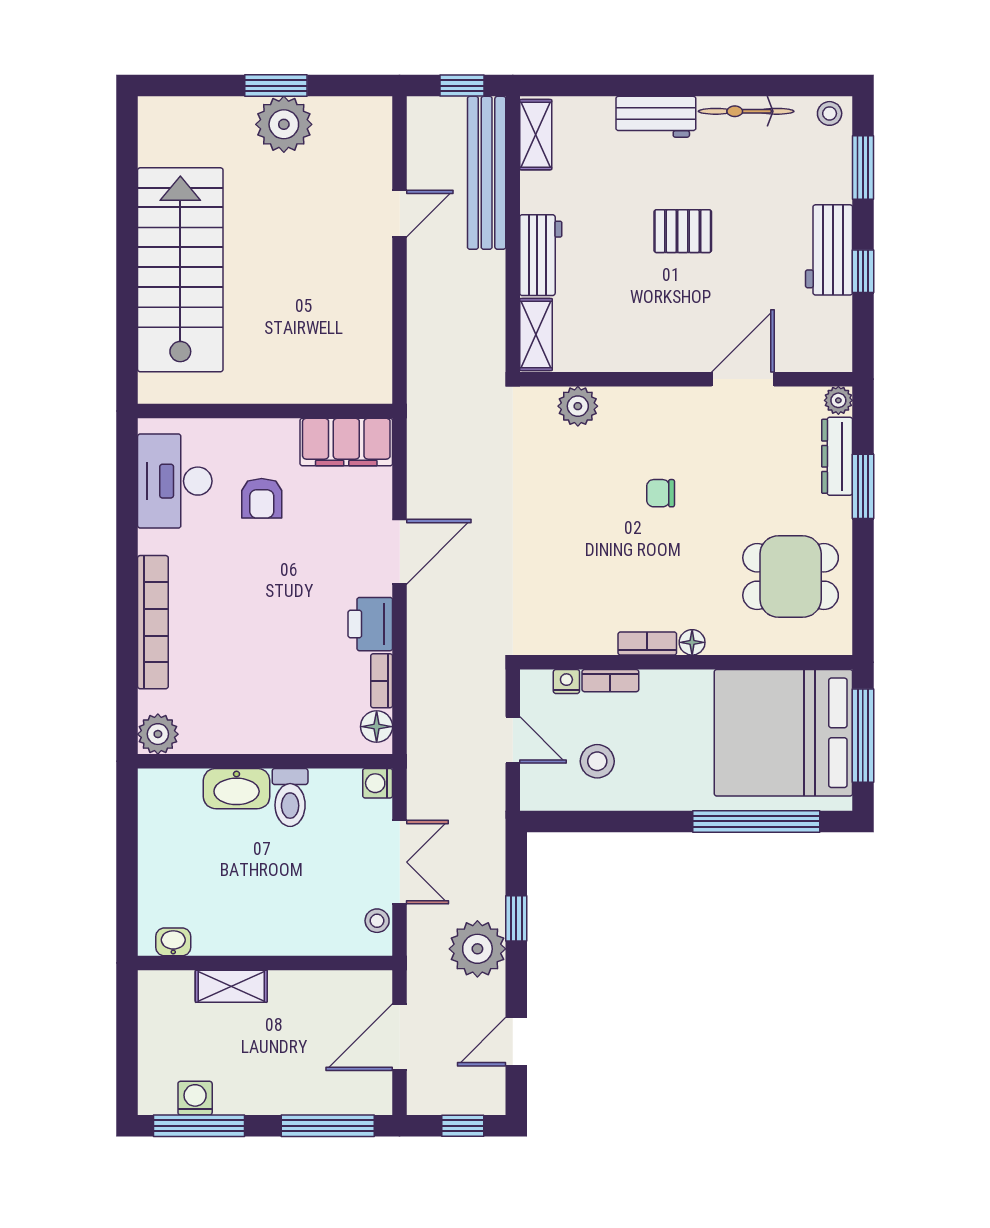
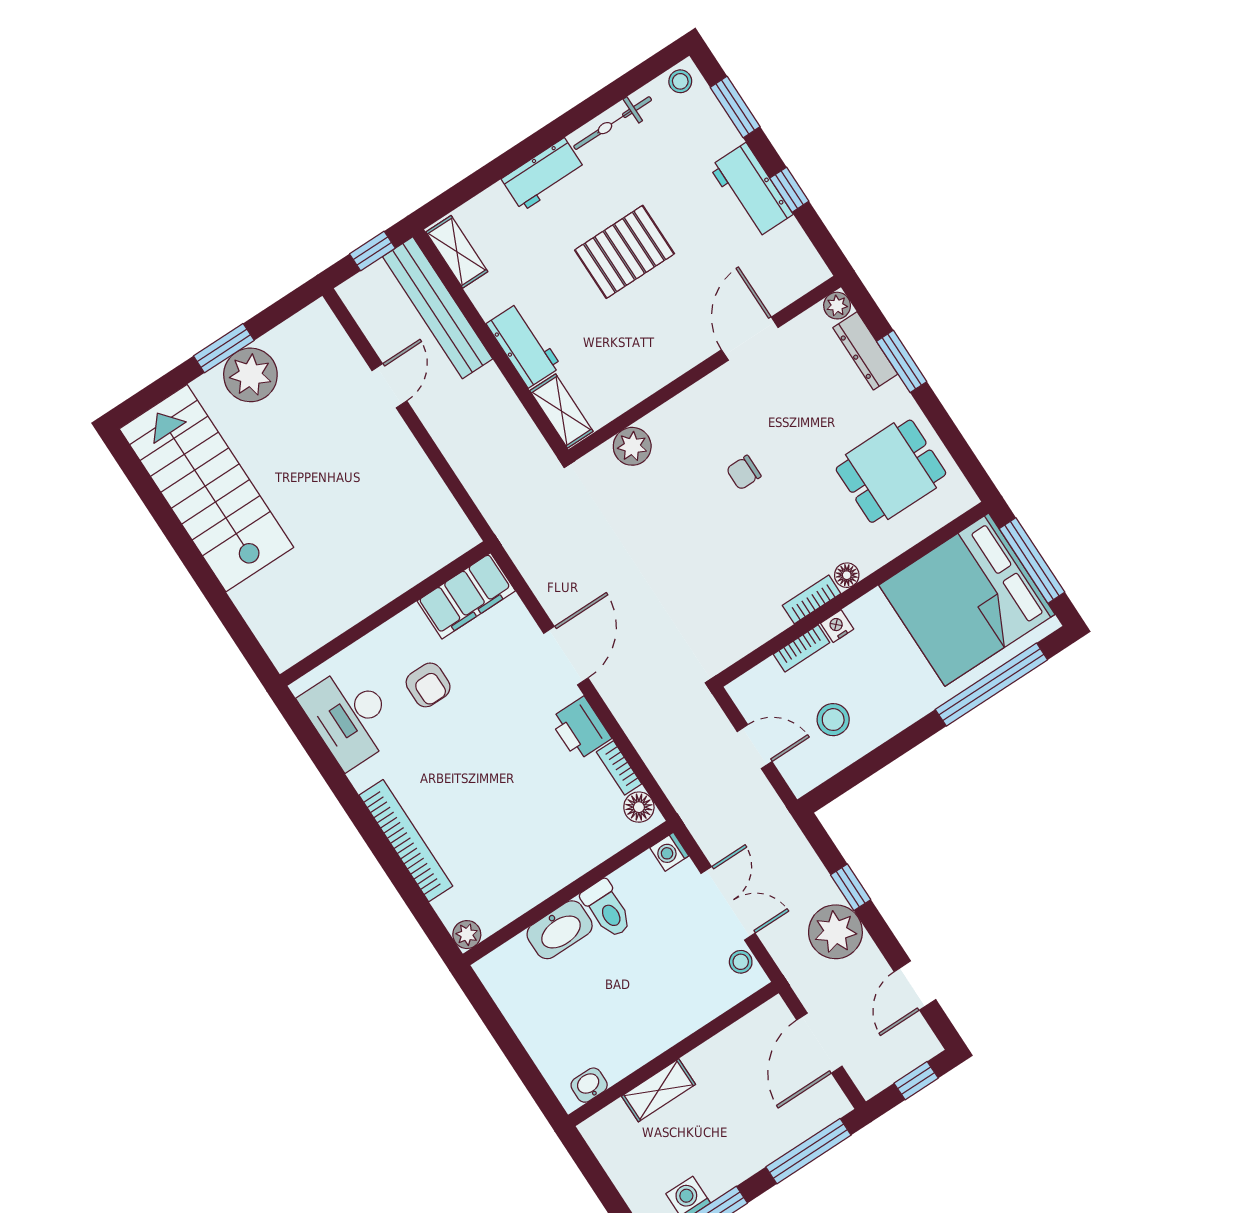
pallet: (683, 231) -> (625, 252), width x1.50, depth x1.42
stairs: (180, 270) -> (206, 488), moved
nightstand: (566, 682) -> (837, 626), moved
plant: (158, 734) -> (467, 935), width x0.73, depth x0.73

